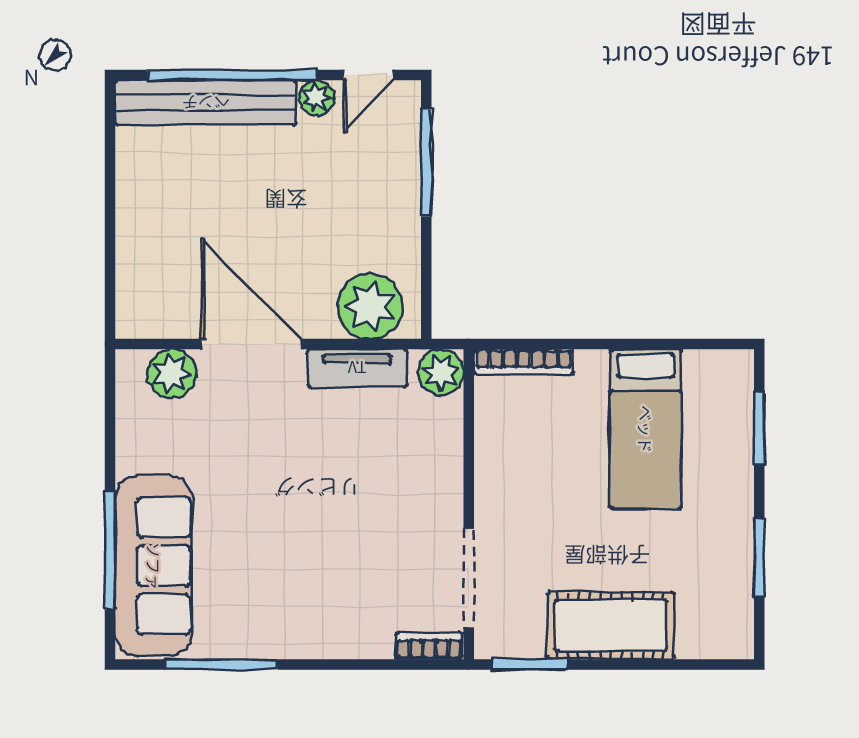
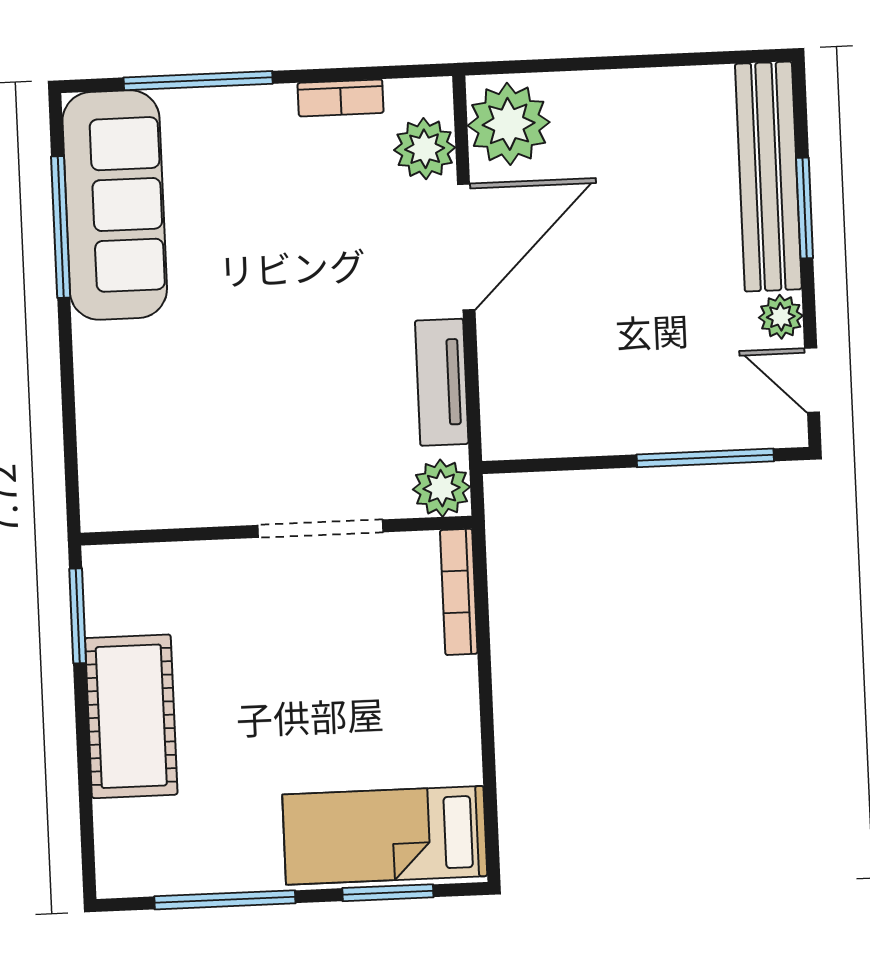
window: (232, 75) -> (805, 208), width x0.47
plant: (370, 306) -> (509, 124), moved
bed: (646, 429) -> (385, 835), moved
window: (759, 558) -> (225, 900), width x1.44
sofa: (154, 566) -> (115, 205), moved, turned -90
doorway: (469, 578) -> (320, 529), moved
bookcase: (429, 646) -> (341, 98), moved, turned 90

